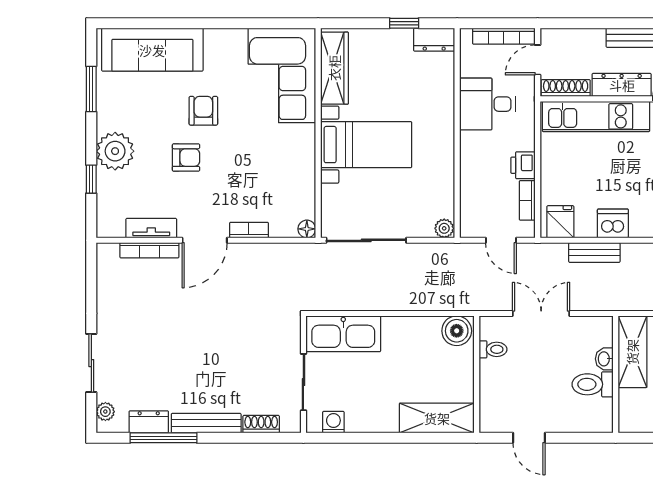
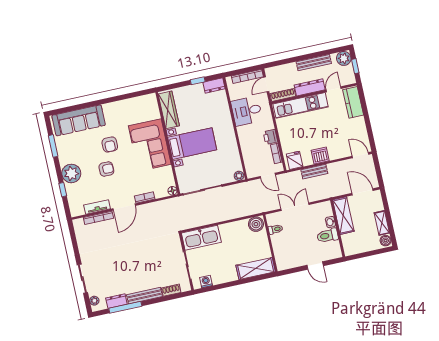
corner sofa: (282, 75) -> (150, 145), moved
armchair: (203, 111) -> (110, 145), turned 180
door: (529, 438) -> (315, 265), moved

